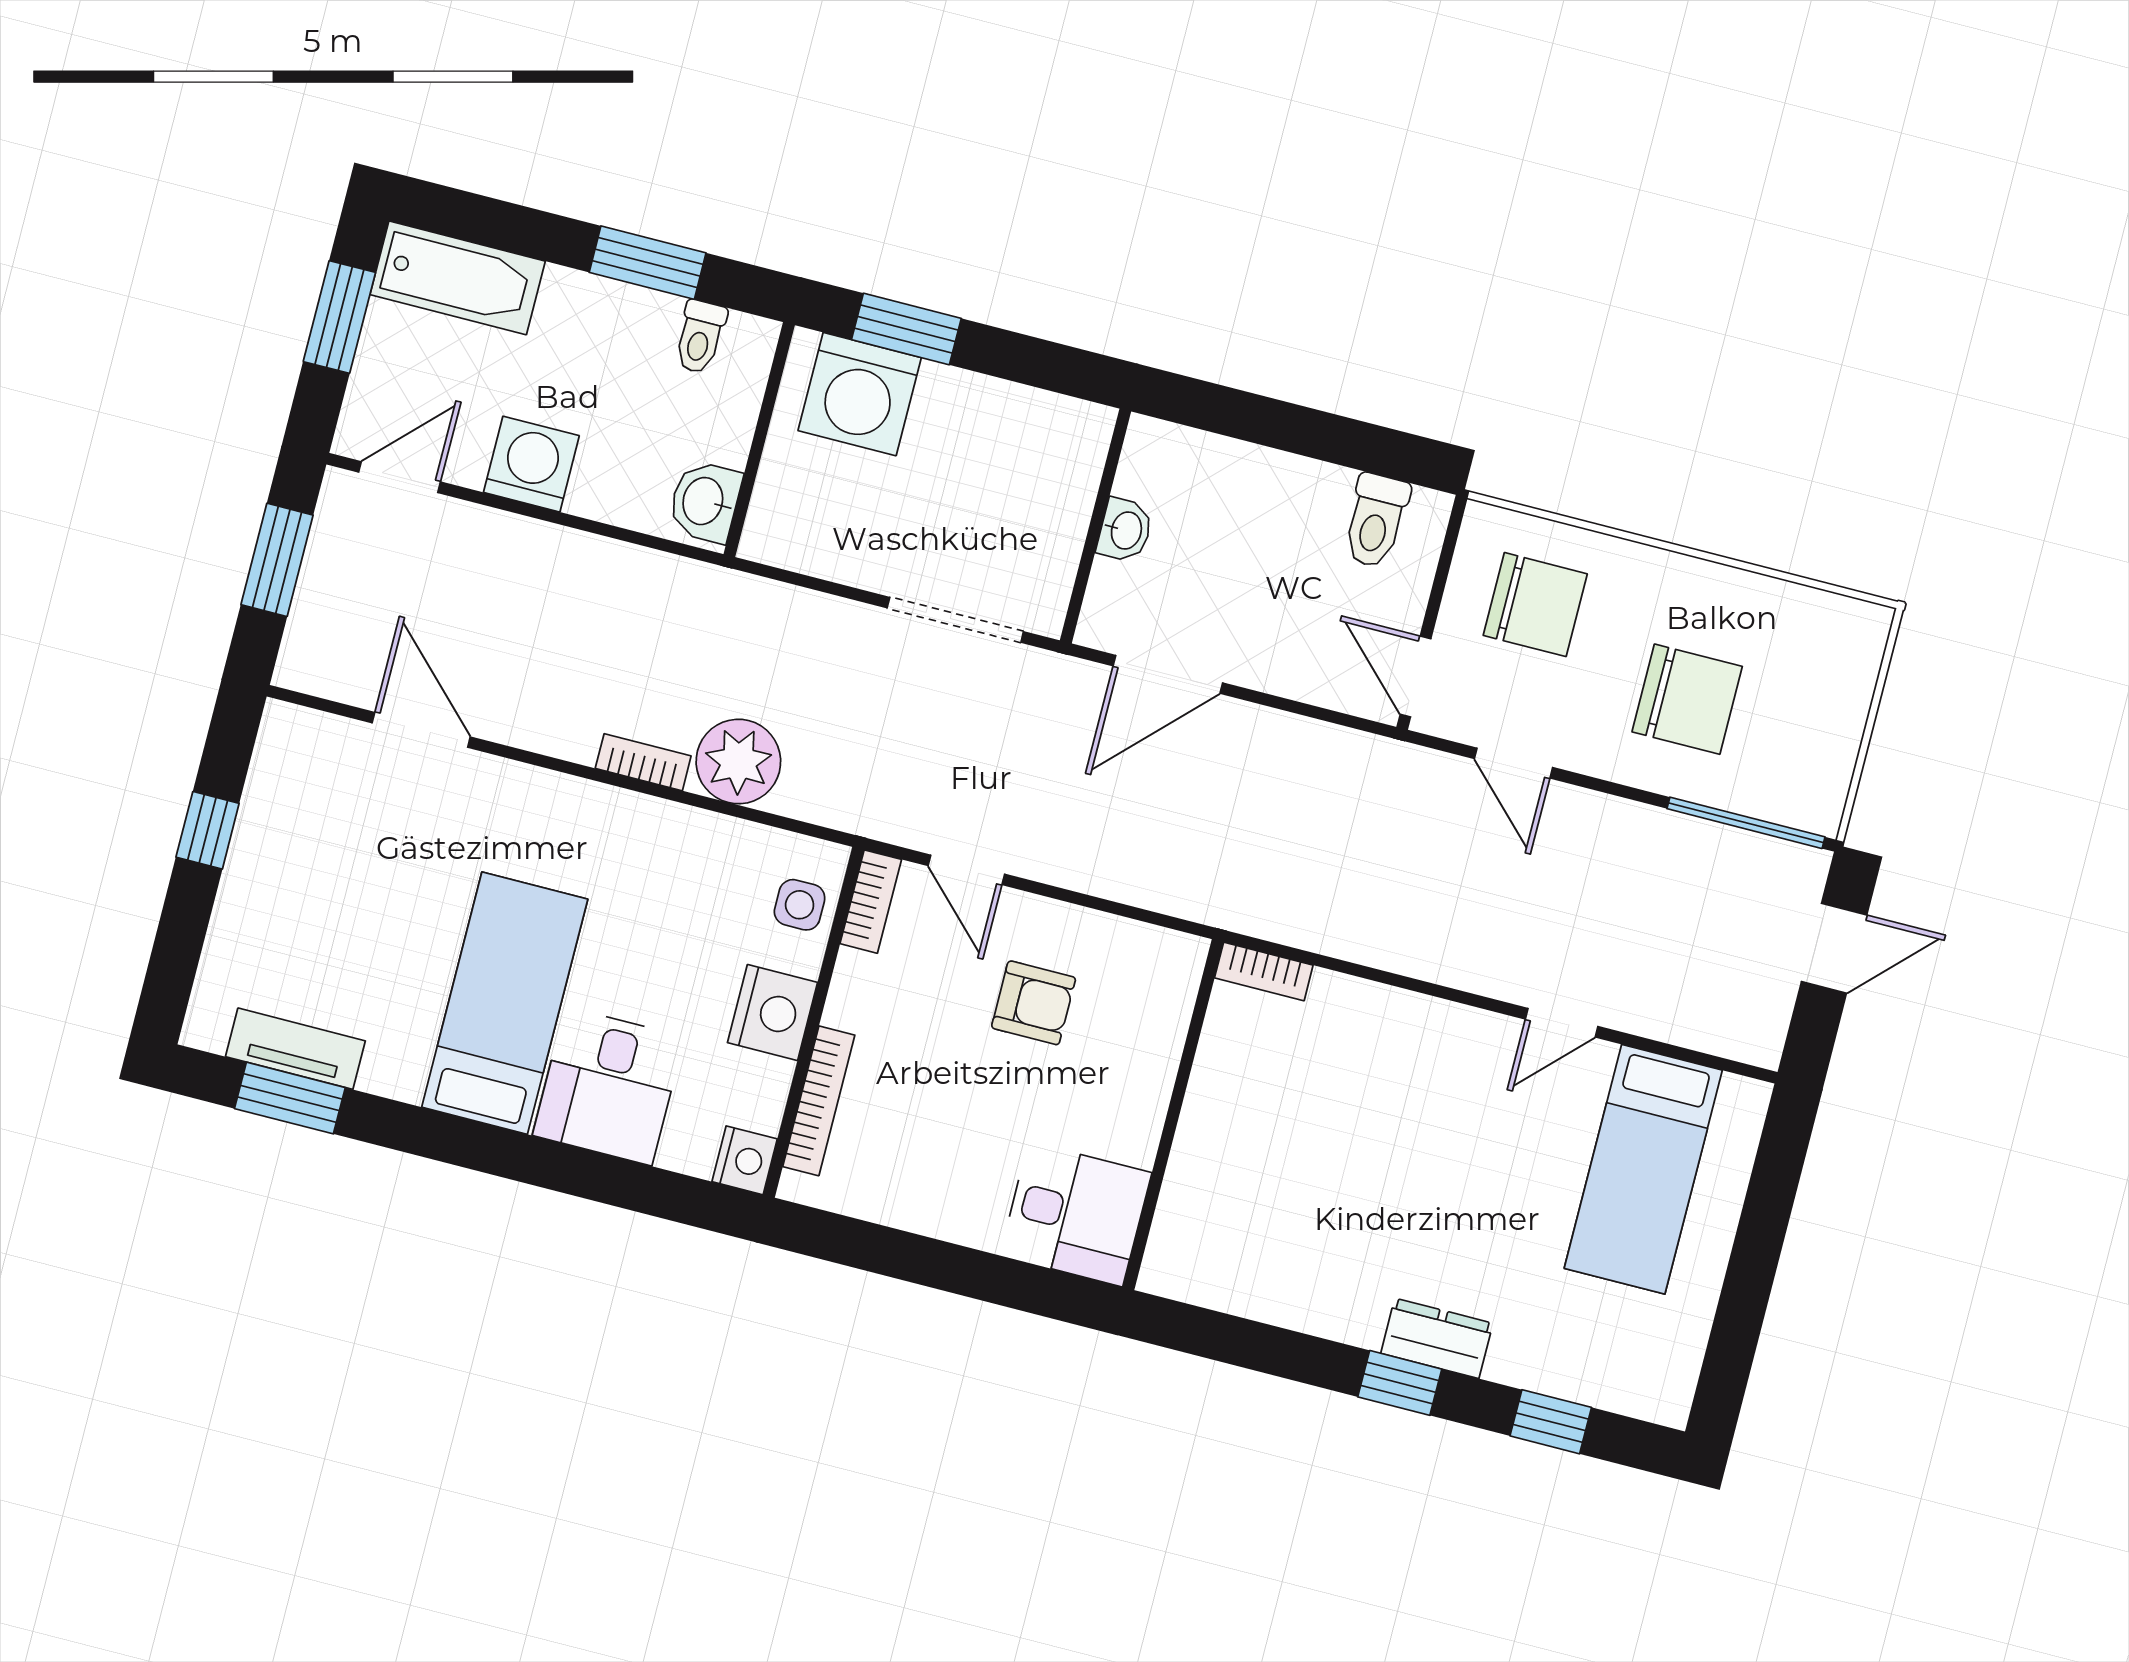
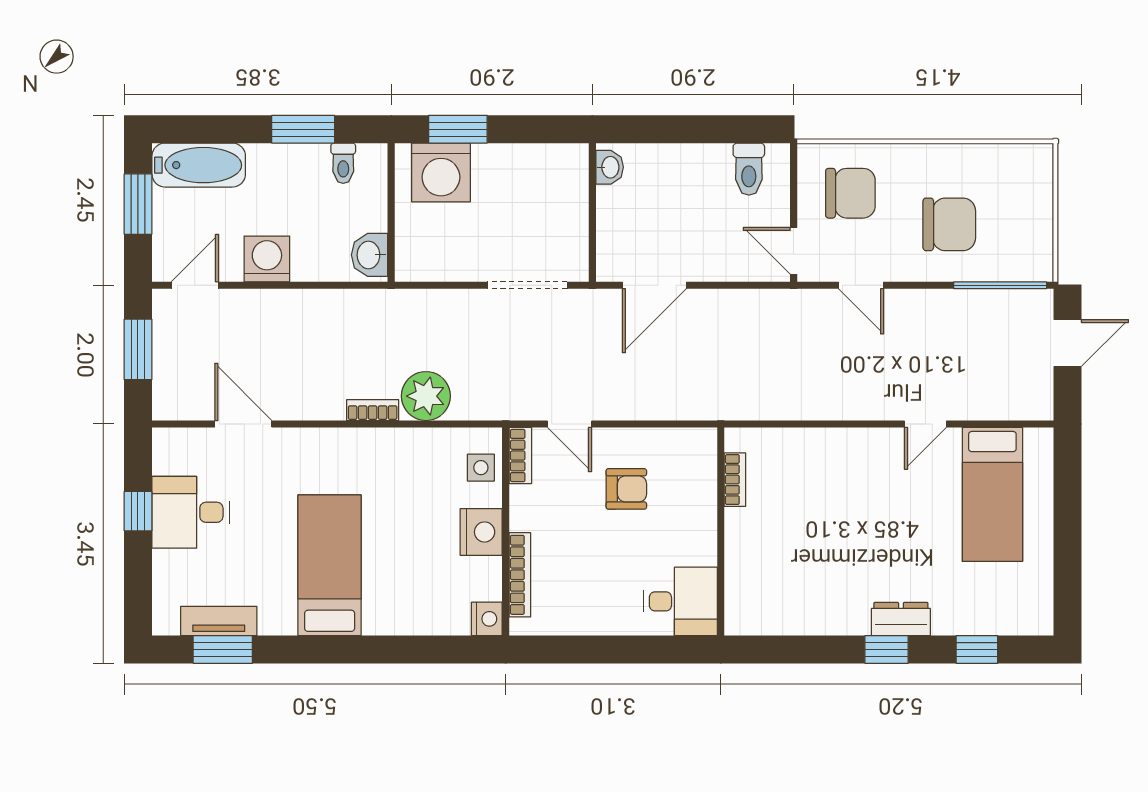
washbasin: (1125, 530) -> (610, 167), moved
bookcase: (1264, 972) -> (735, 480), moved, turned -90
desk: (609, 1086) -> (191, 512), moved, turned 90

